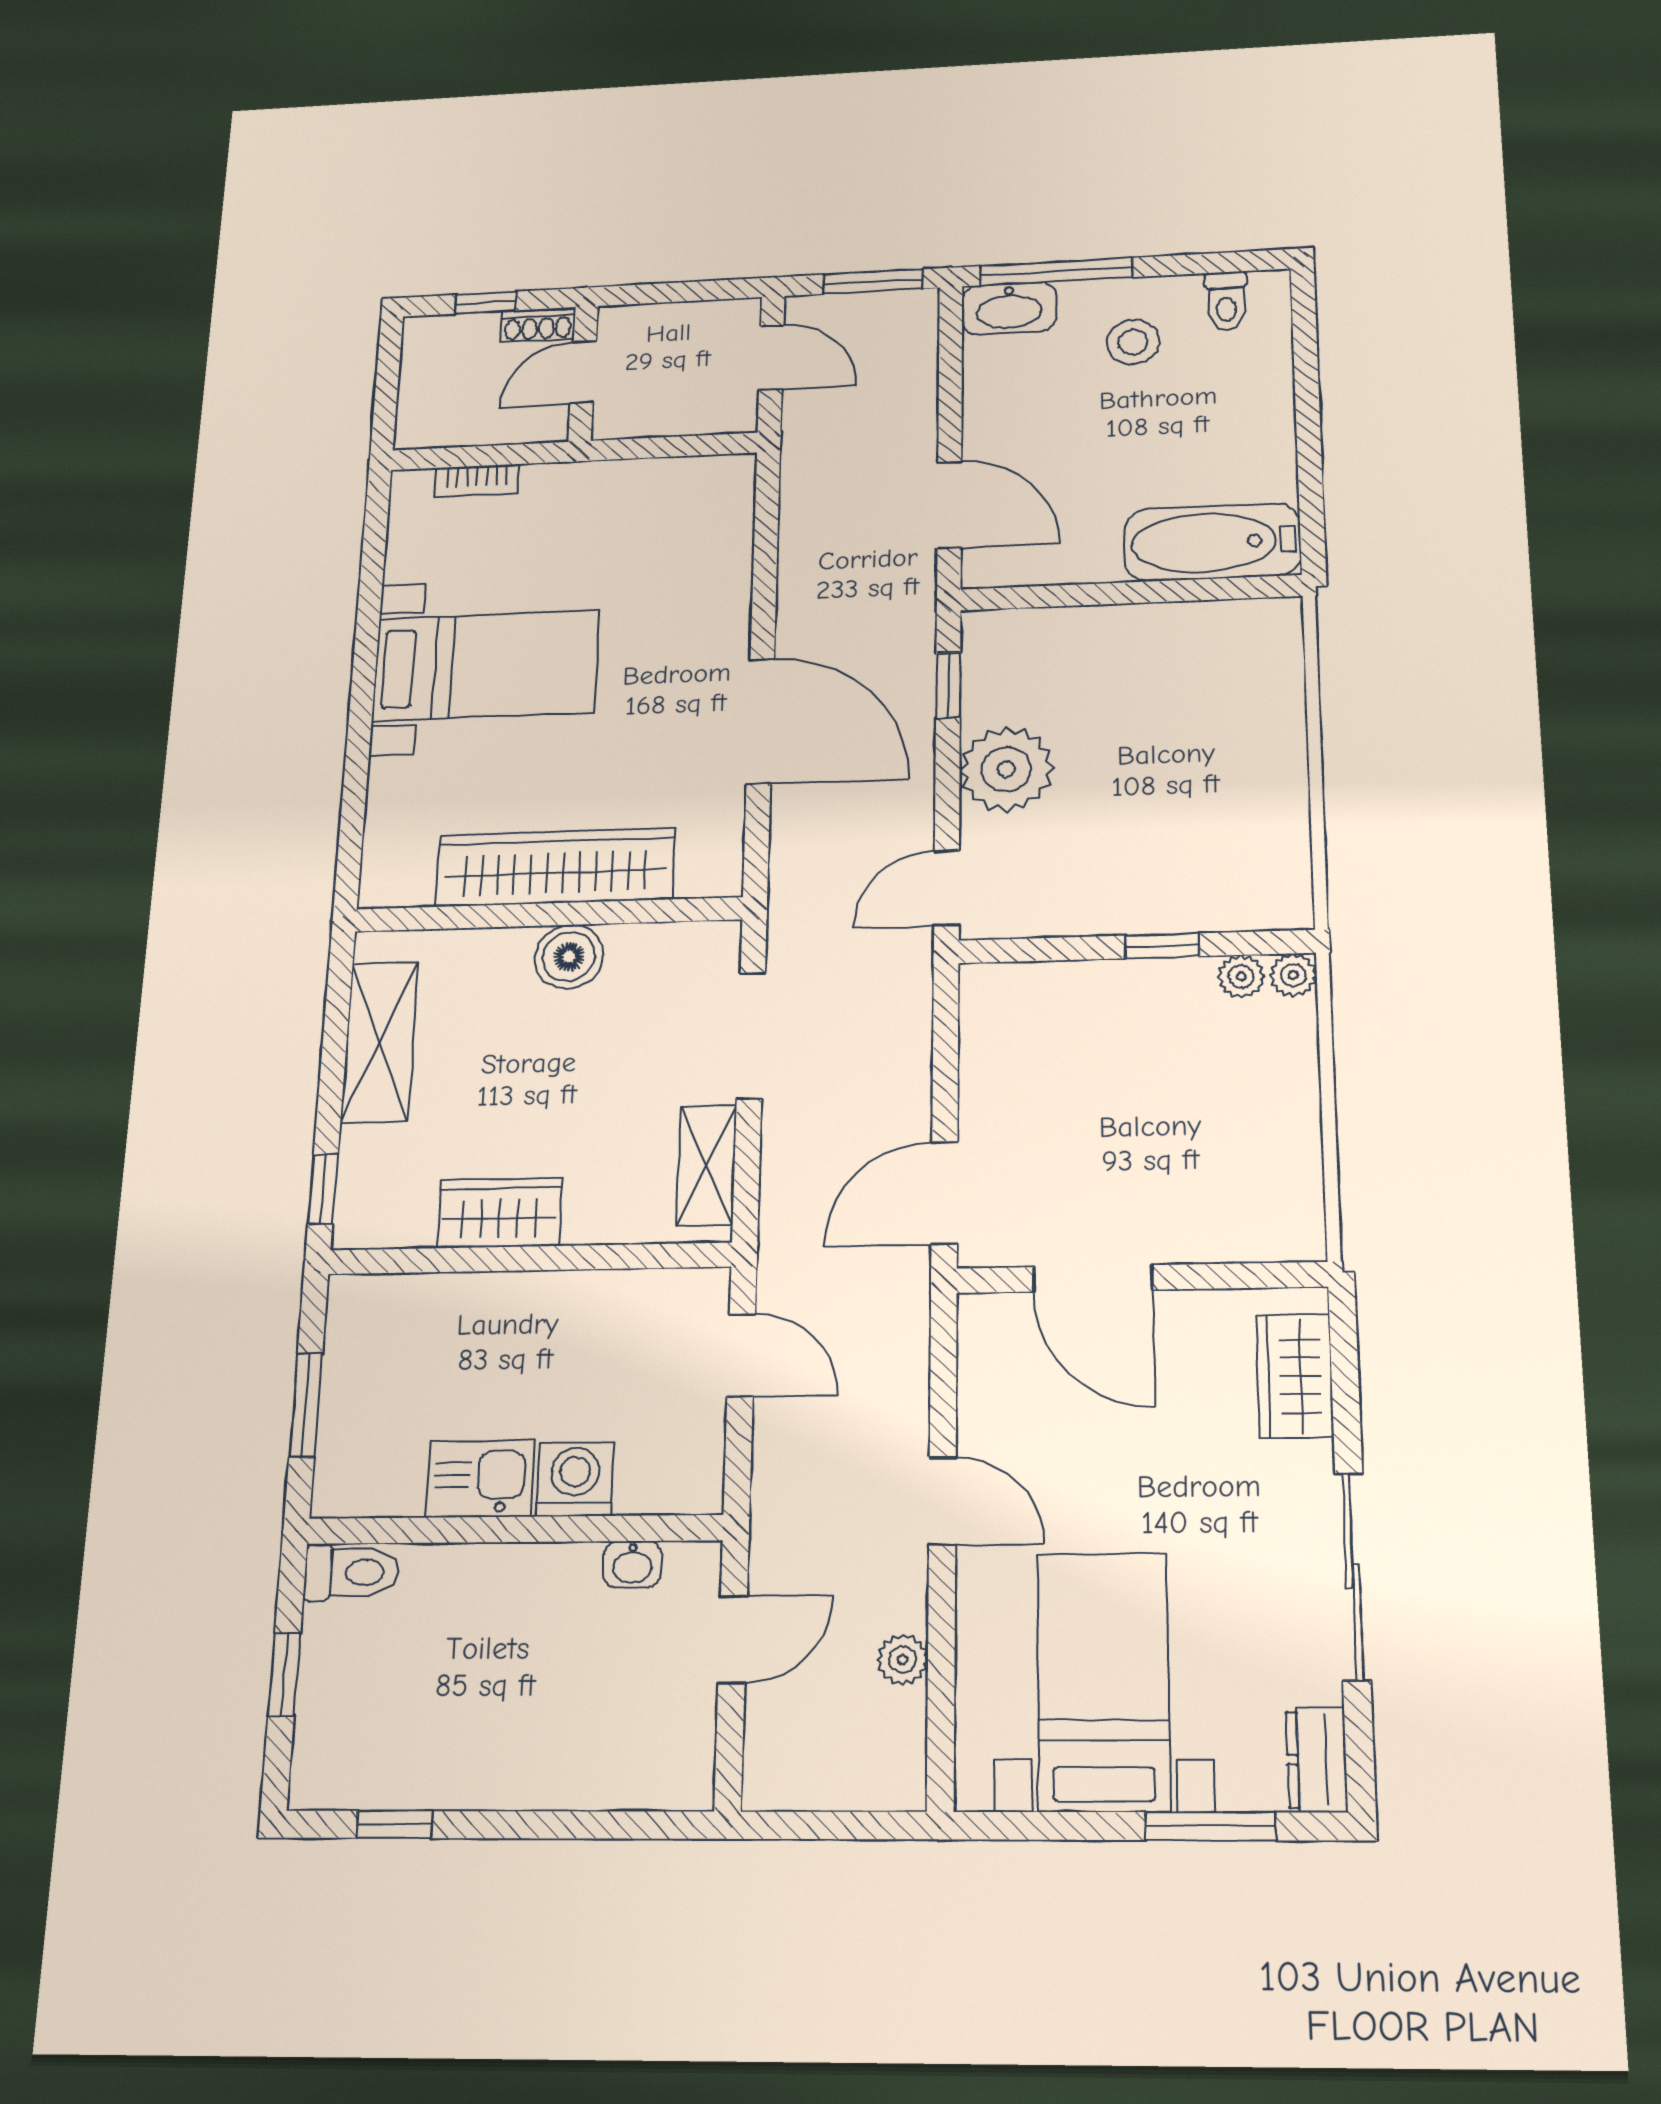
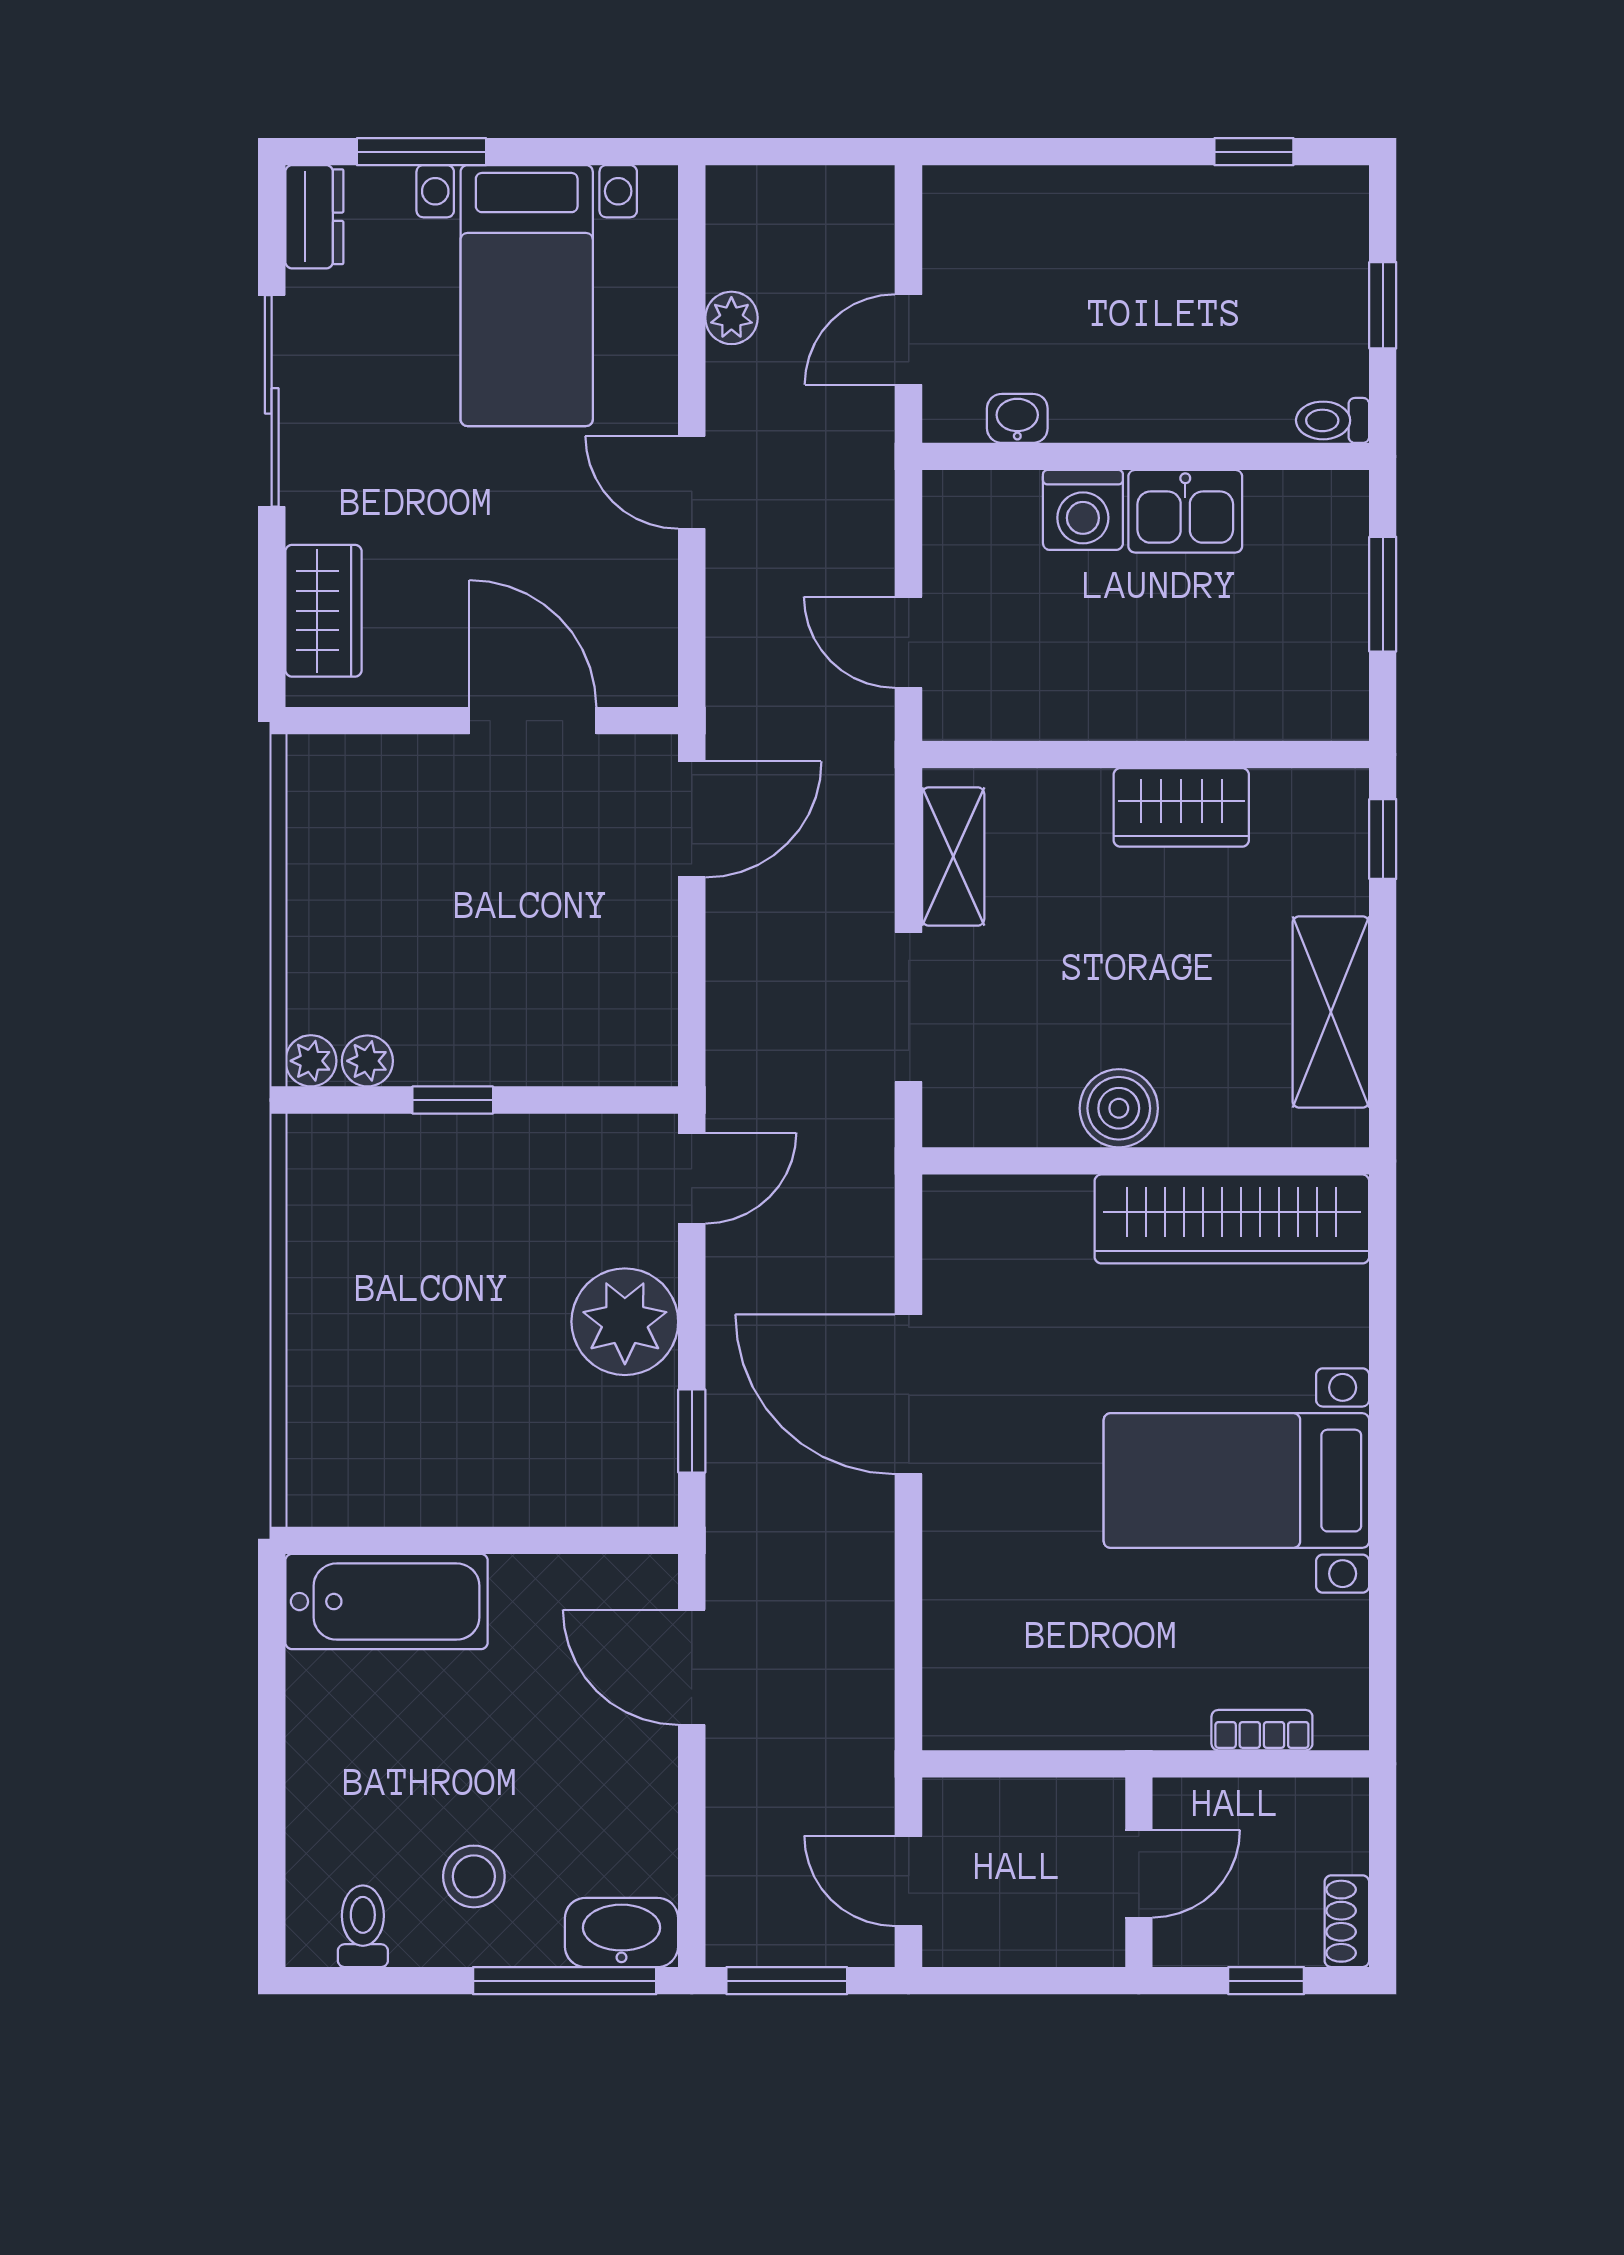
shoe rack: (538, 325) -> (1347, 1921), moved, turned -90
wardrobe: (555, 867) -> (1232, 1219), moved
toilet: (352, 1572) -> (1333, 420), width x0.73, depth x0.72

